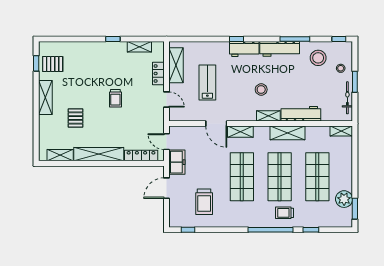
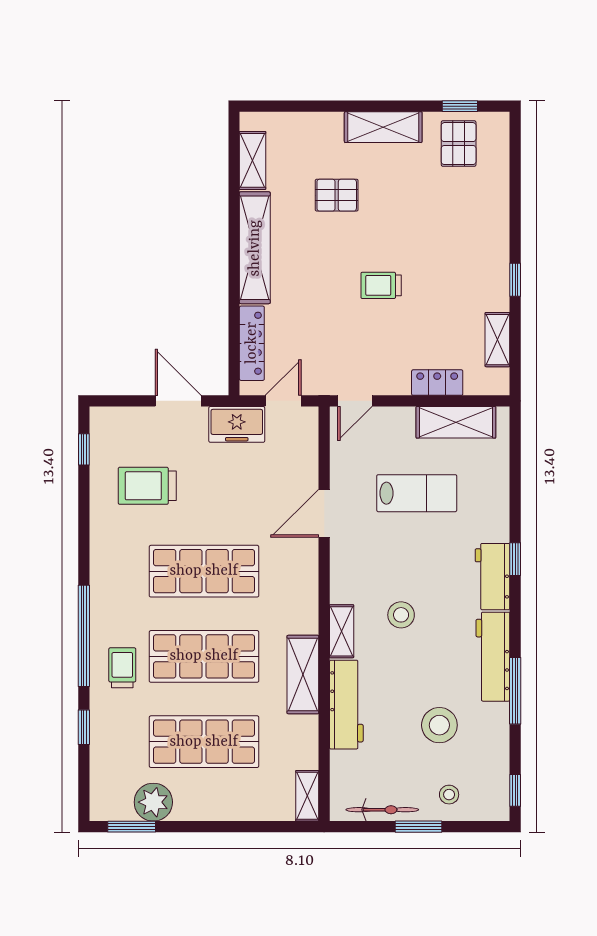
stool: (318, 58) -> (439, 725), moved
door: (167, 100) -> (355, 401), moved
shelving: (240, 132) -> (306, 568), removed

